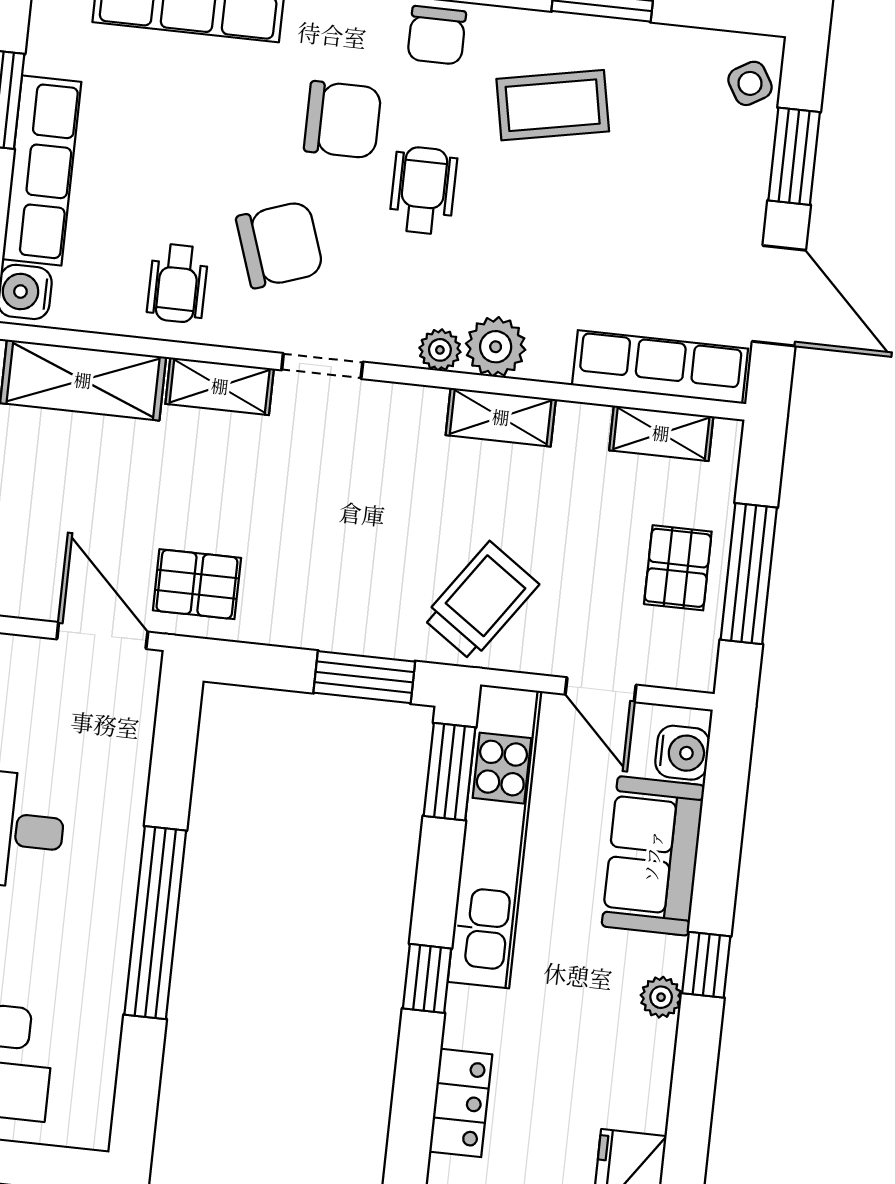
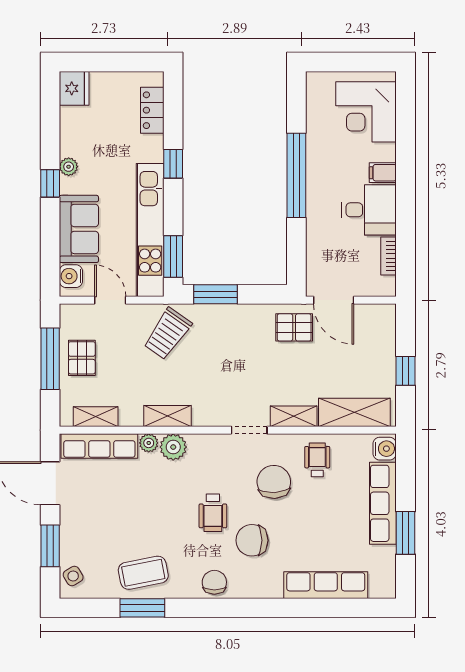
coffee table: (553, 105) -> (143, 573), moved
chair: (280, 245) -> (274, 482), turned 106
plant: (440, 350) -> (149, 443), moved

